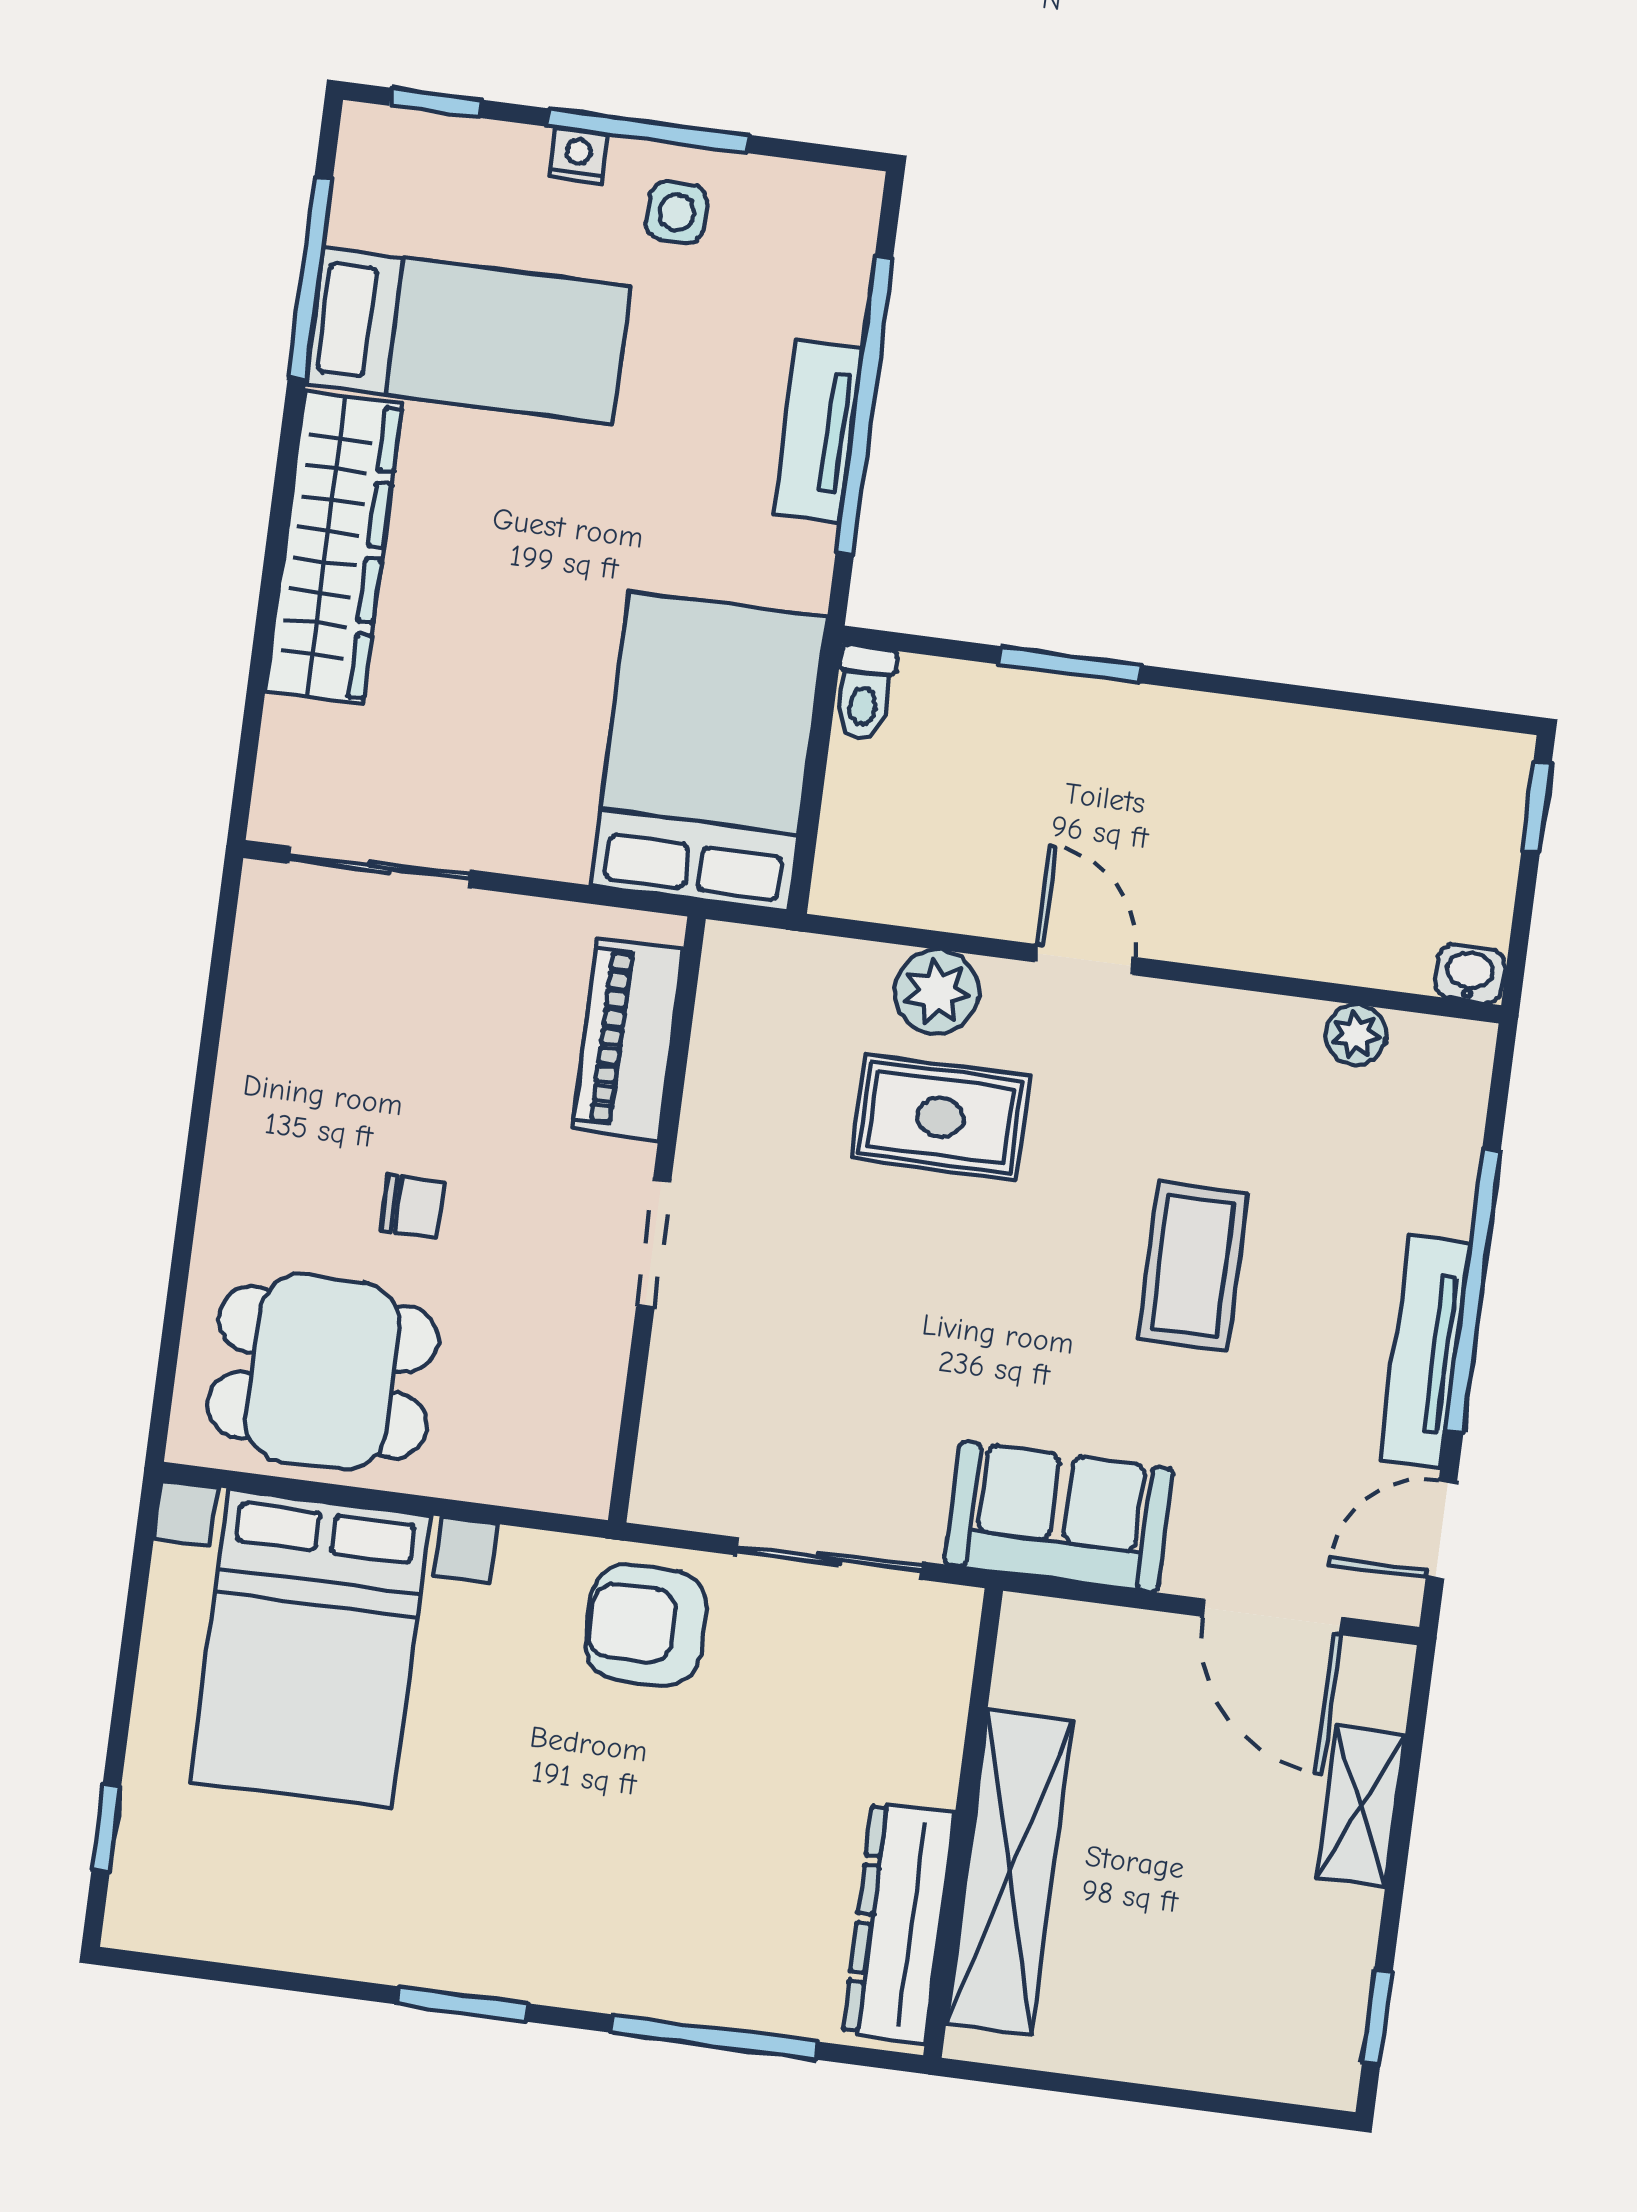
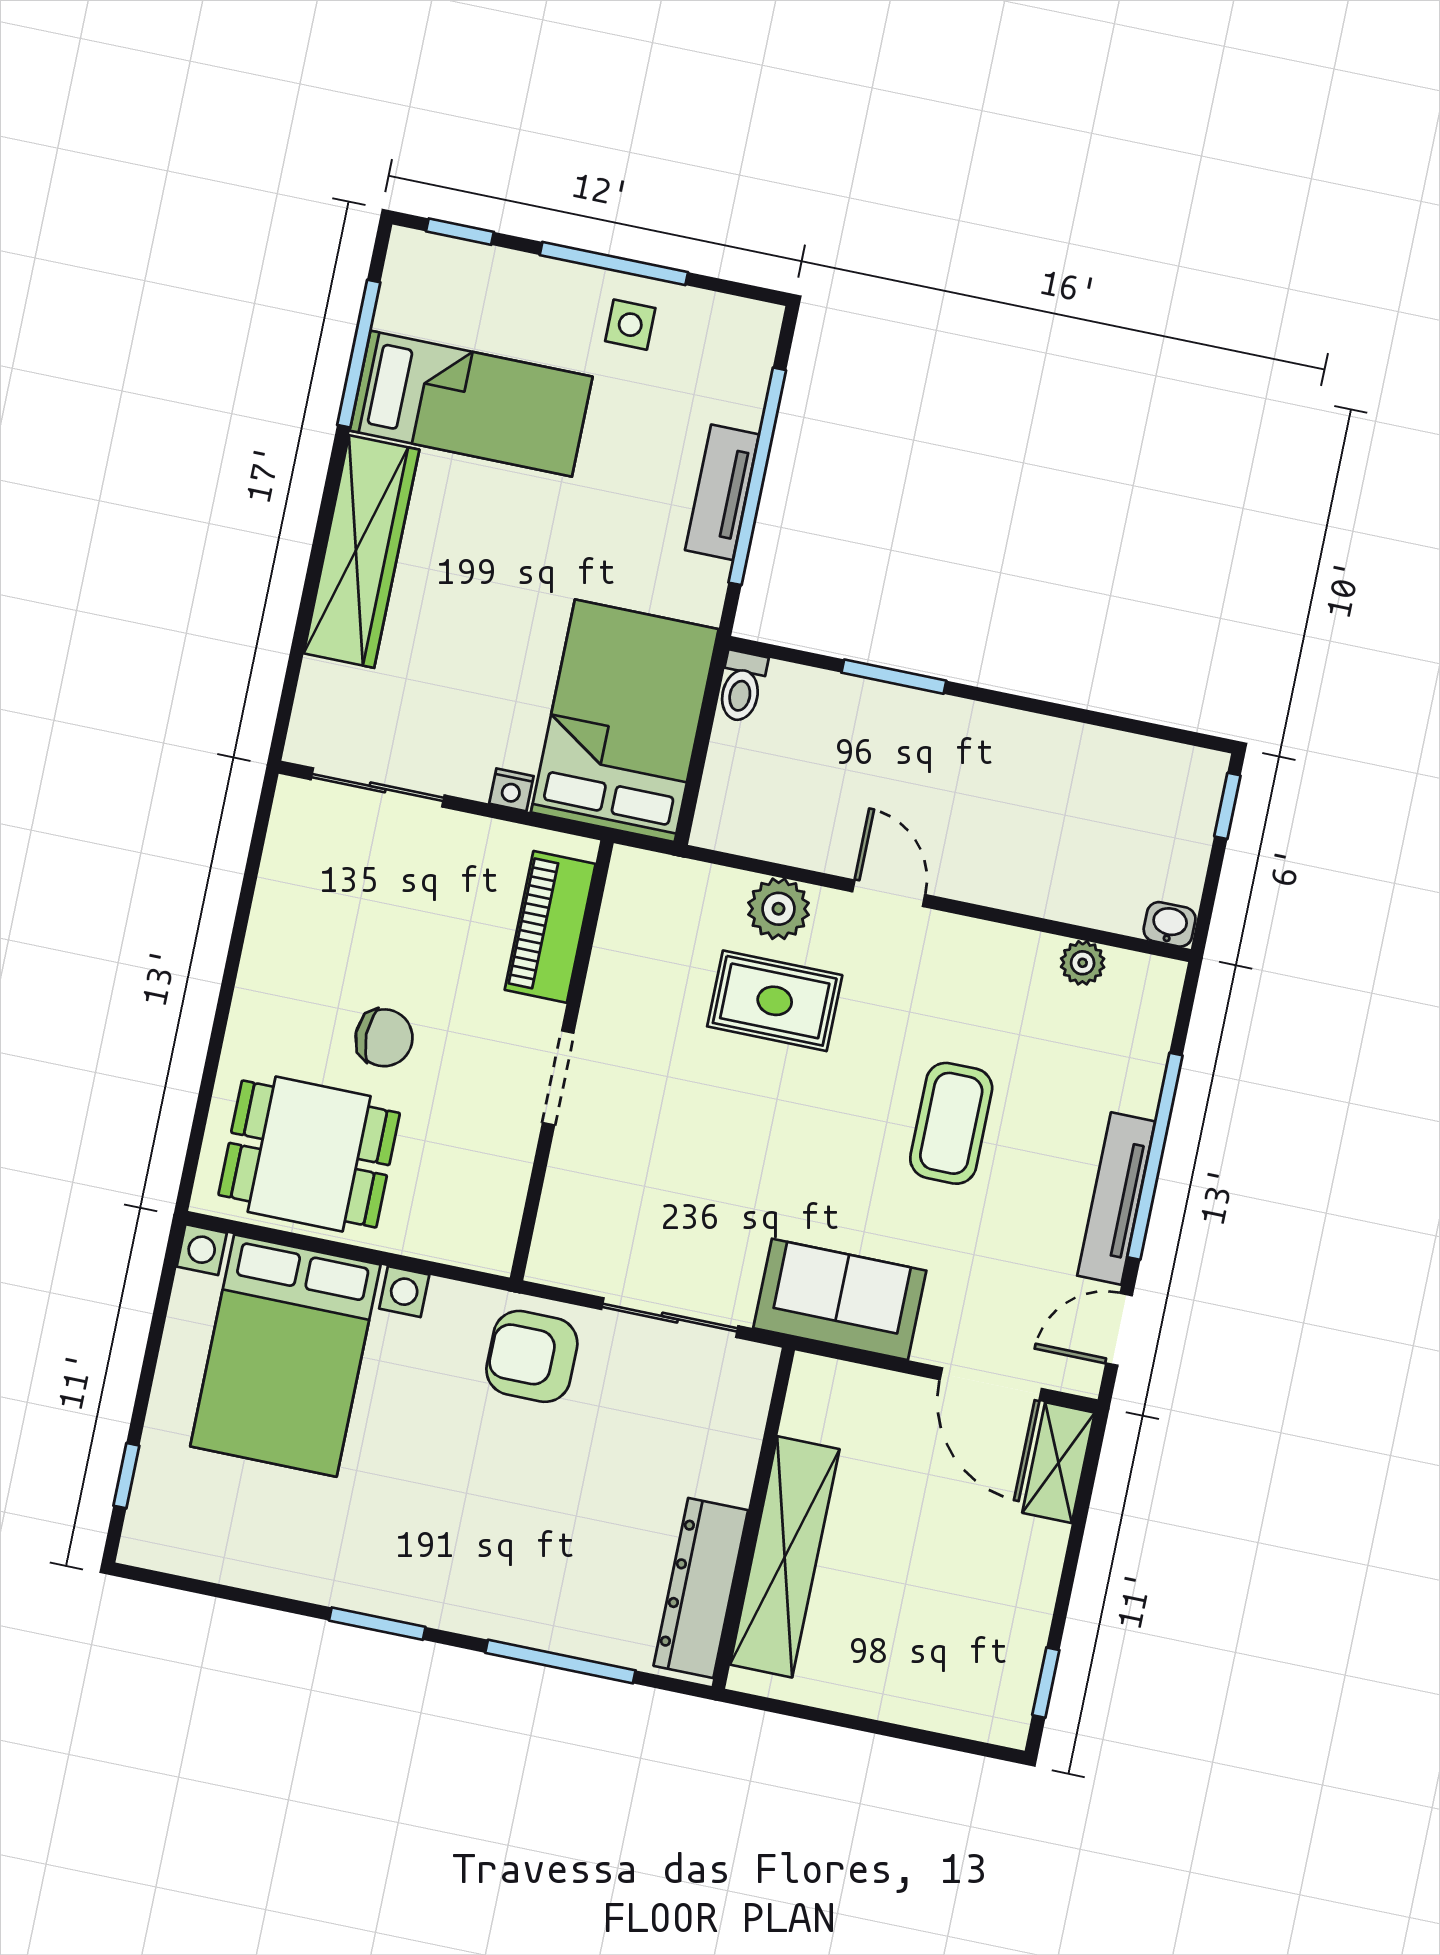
nightstand: (578, 156) -> (511, 790), moved, turned 180
chair: (413, 1207) -> (384, 1038), width x1.37, depth x1.37
shelving: (1361, 1806) -> (1059, 1463), moved

